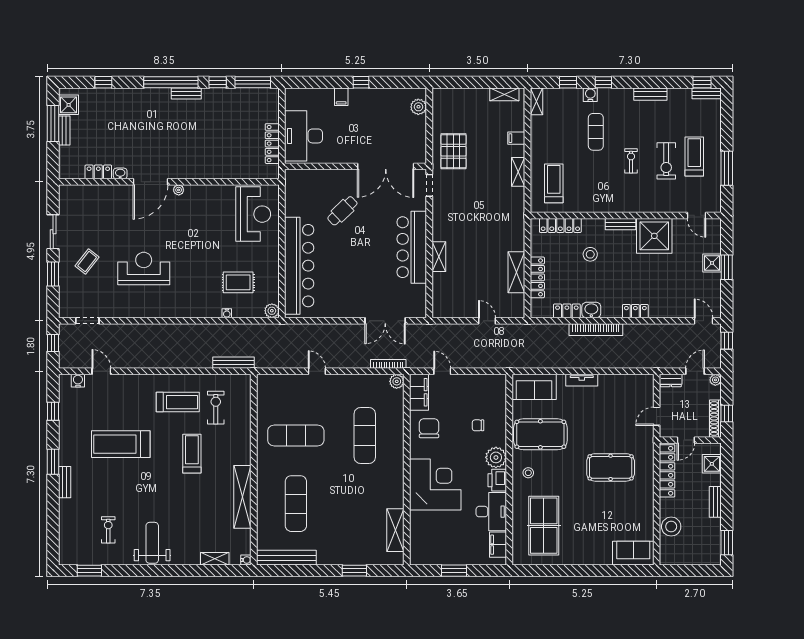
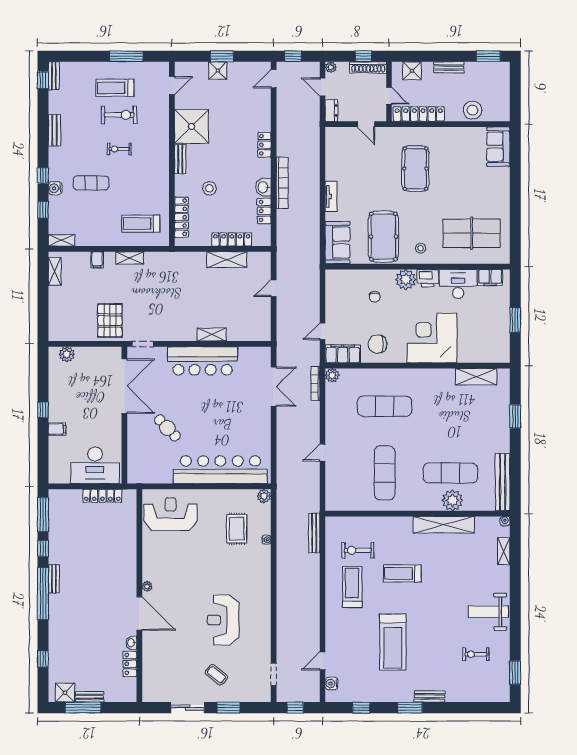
pallet: (453, 151) -> (110, 321), turned 90
plant: (267, 506) -> (452, 500), added

